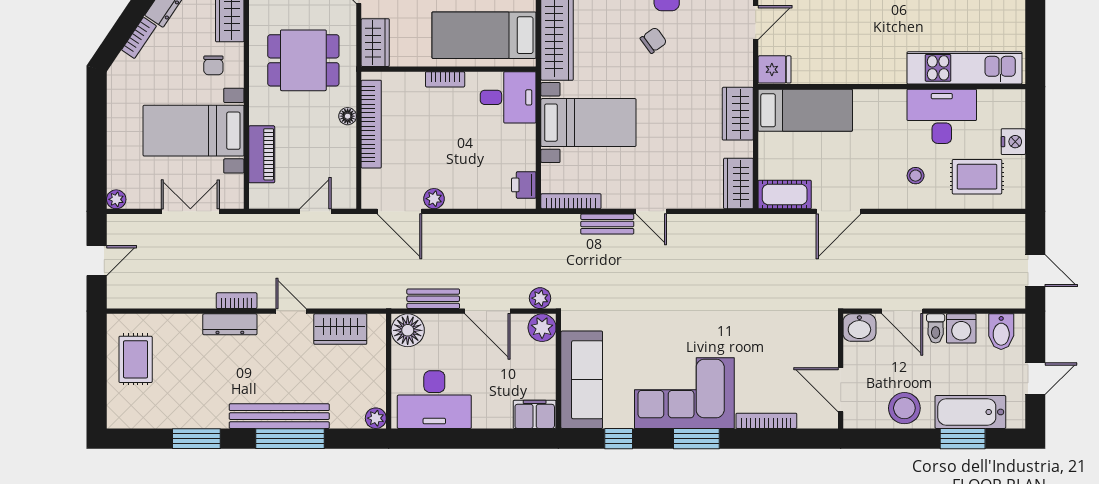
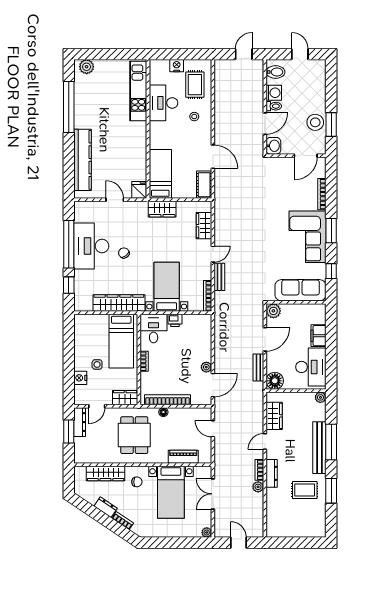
wardrobe: (738, 183) -> (204, 226), moved, turned 90
printer: (524, 185) -> (175, 320), moved
plant: (540, 298) -> (258, 487), moved
rug: (136, 359) -> (305, 490), moved
bathtub: (970, 412) -> (317, 88), removed
filing cabinet: (535, 414) -> (319, 336), moved
window: (963, 439) -> (331, 124), moved

